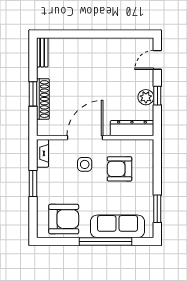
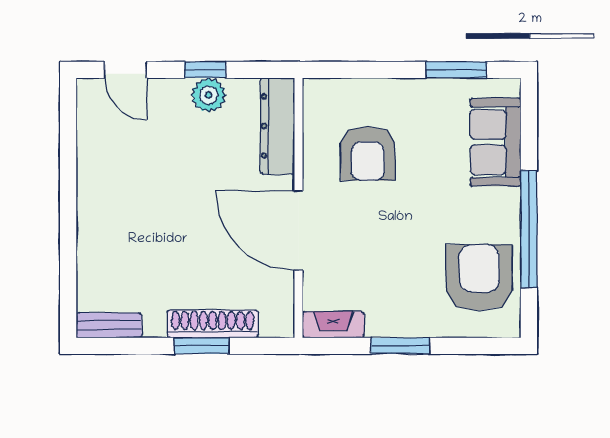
side table: (85, 164) -> (358, 231), removed
sofa: (118, 226) -> (496, 142), width x0.73
window: (105, 241) -> (529, 229), moved

